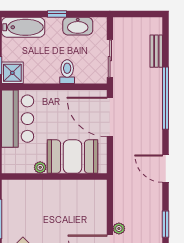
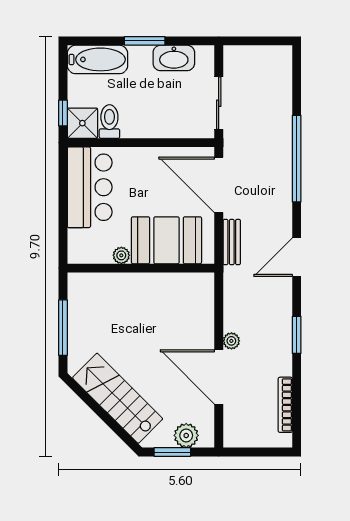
window: (57, 14) -> (145, 41), width x1.50
bench: (156, 51) -> (232, 242), moved
toilet: (67, 72) -> (109, 122), moved
door: (166, 169) -> (297, 257), hinge flipped

